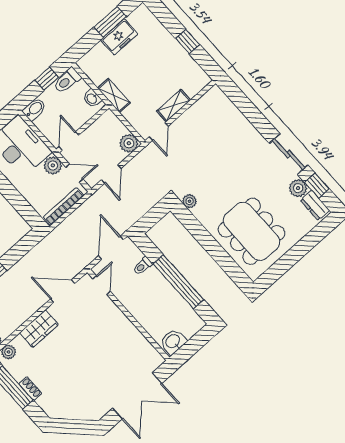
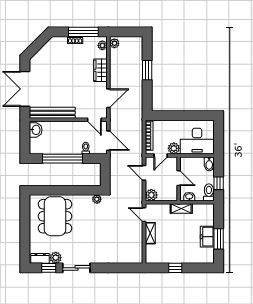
door: (69, 141) -> (179, 178), moved
dining table: (252, 231) -> (55, 216), turned 90
bench: (137, 340) -> (52, 113), added

